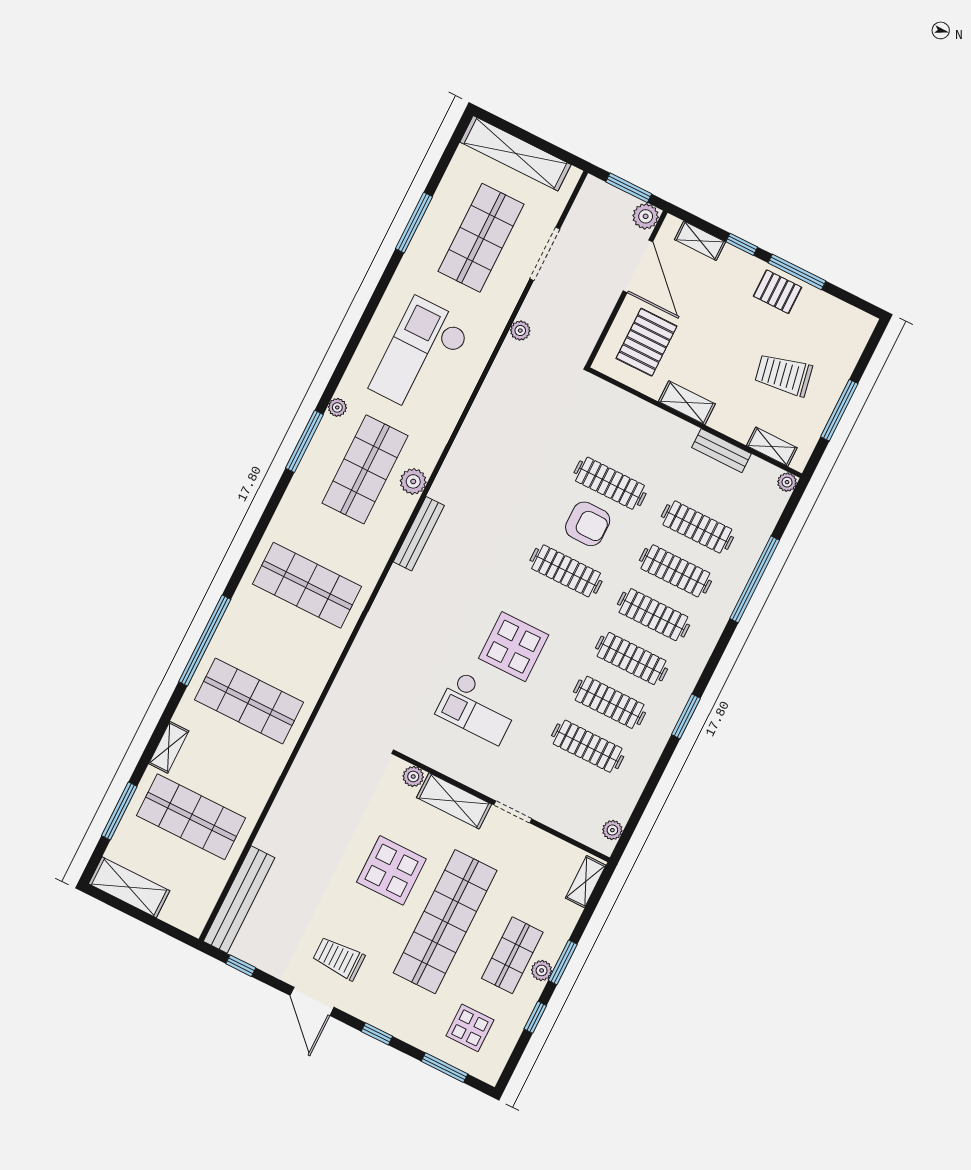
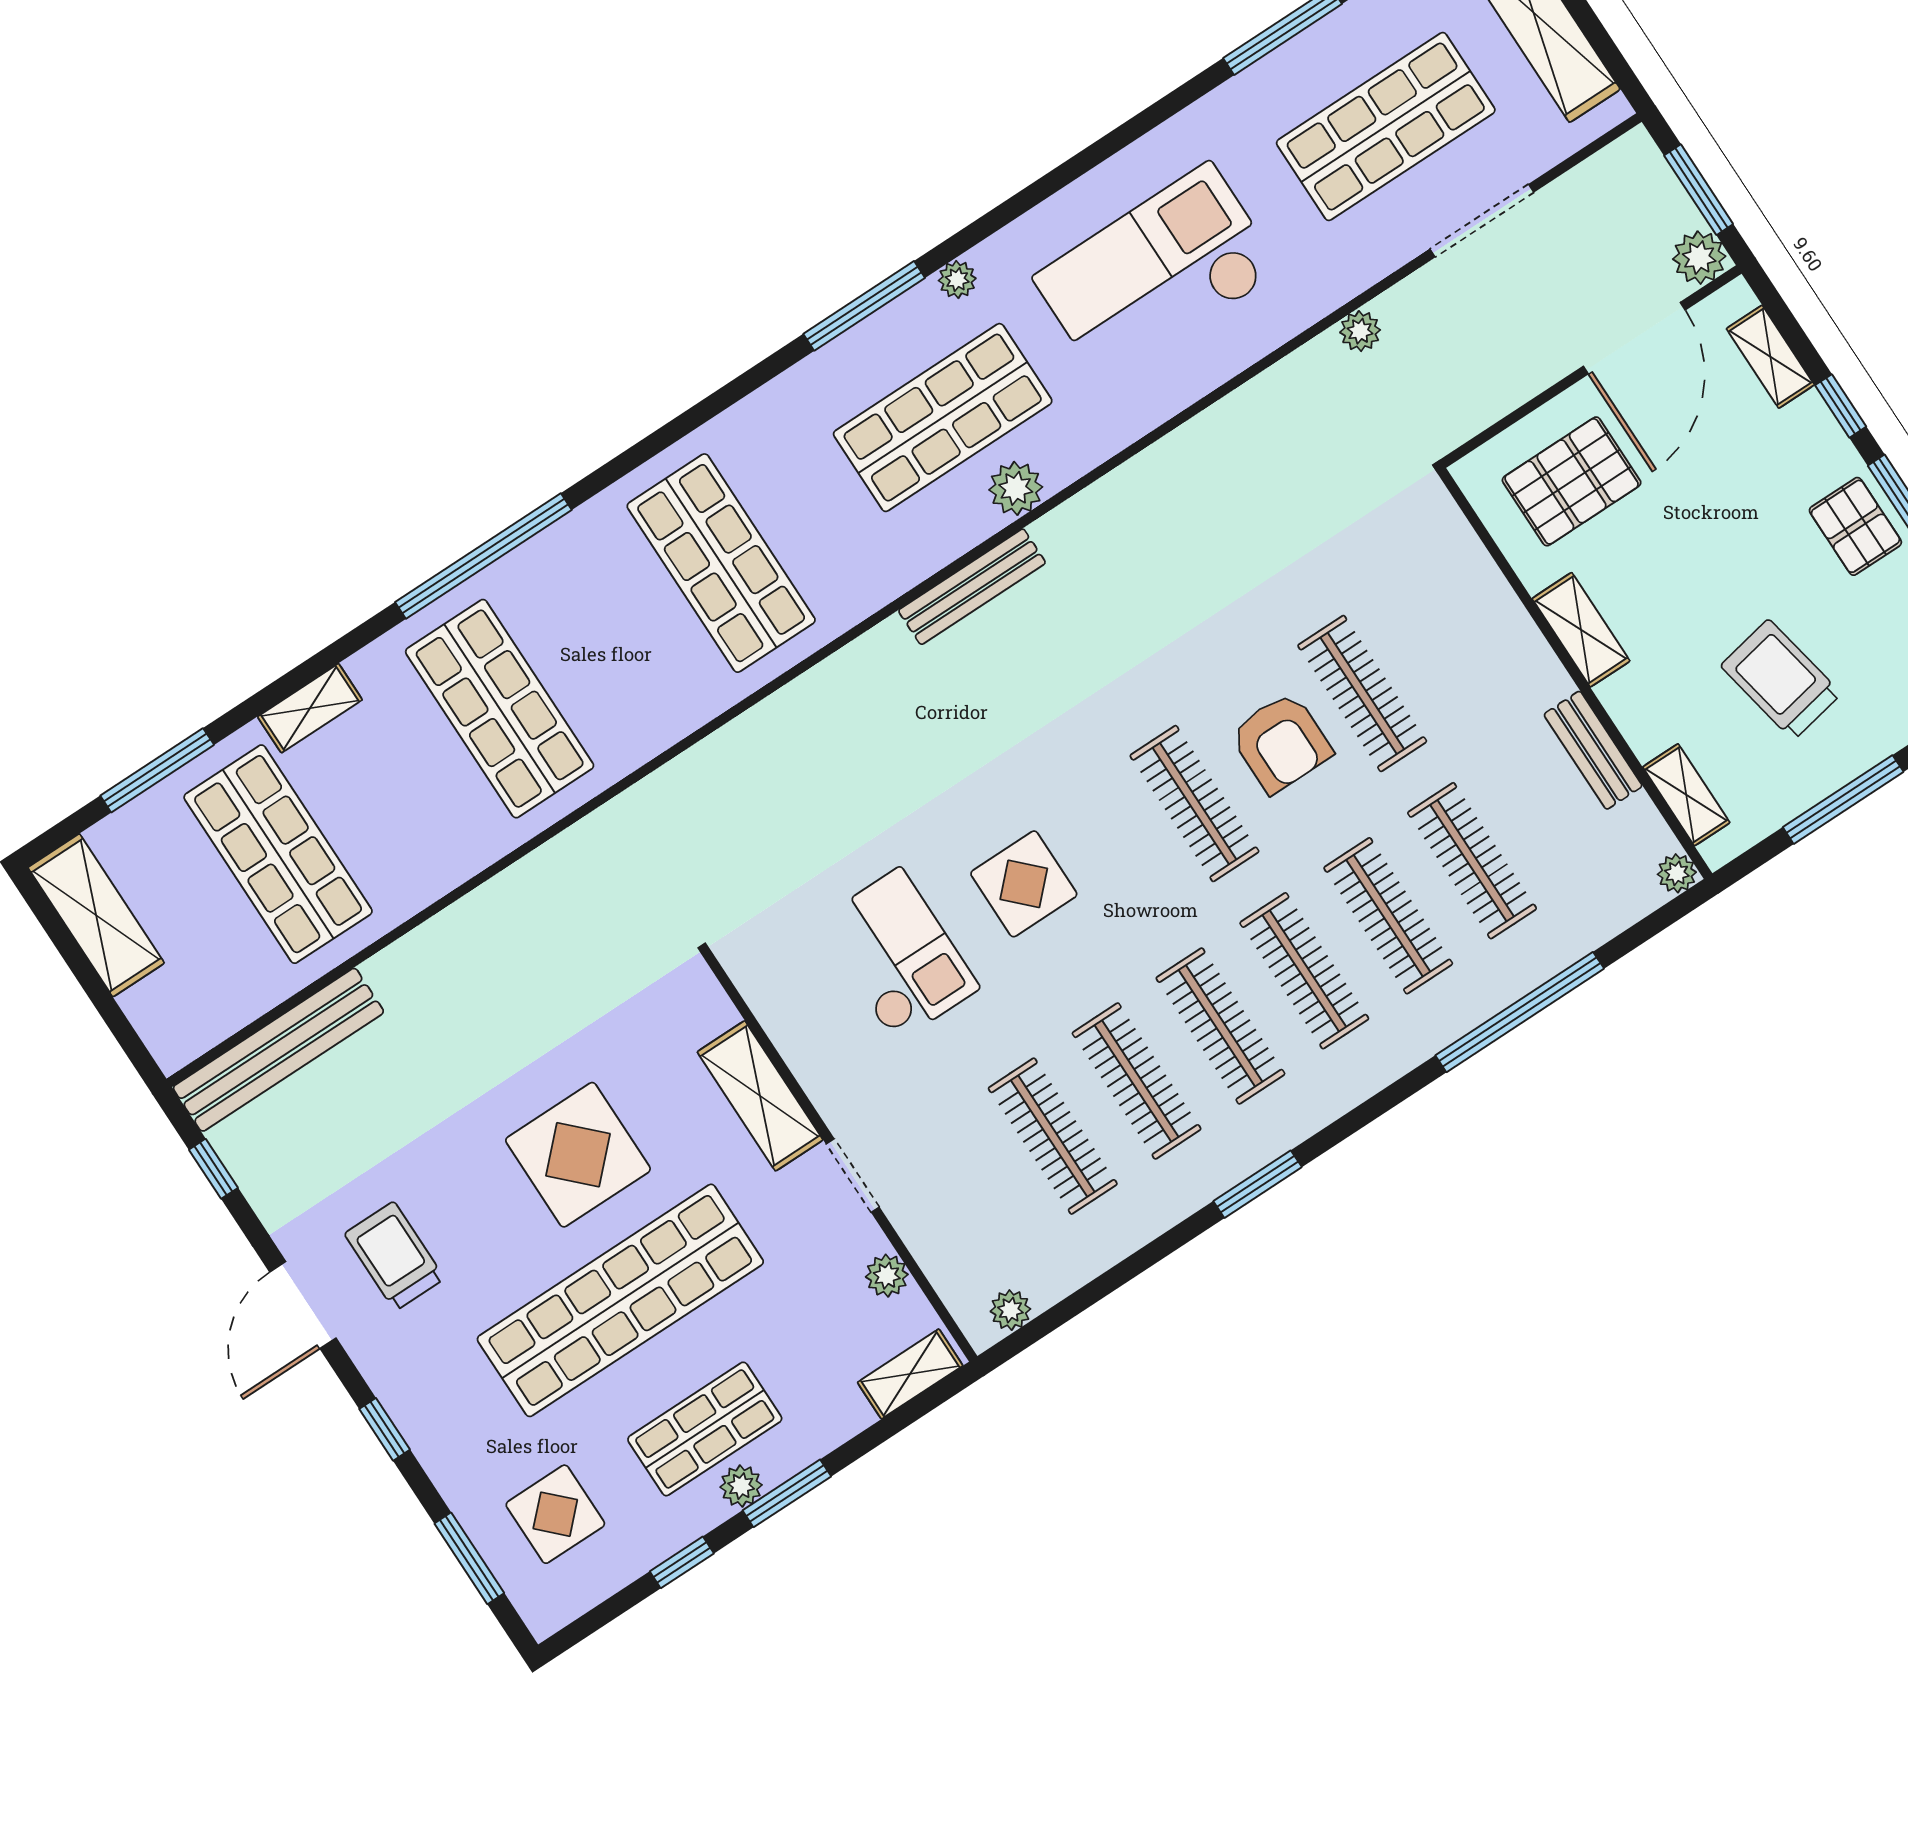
display table: (514, 647) -> (1024, 884), width x0.73, depth x0.73
checkout: (478, 708) -> (898, 955), turned 180
plant: (413, 776) -> (887, 1276), moved

